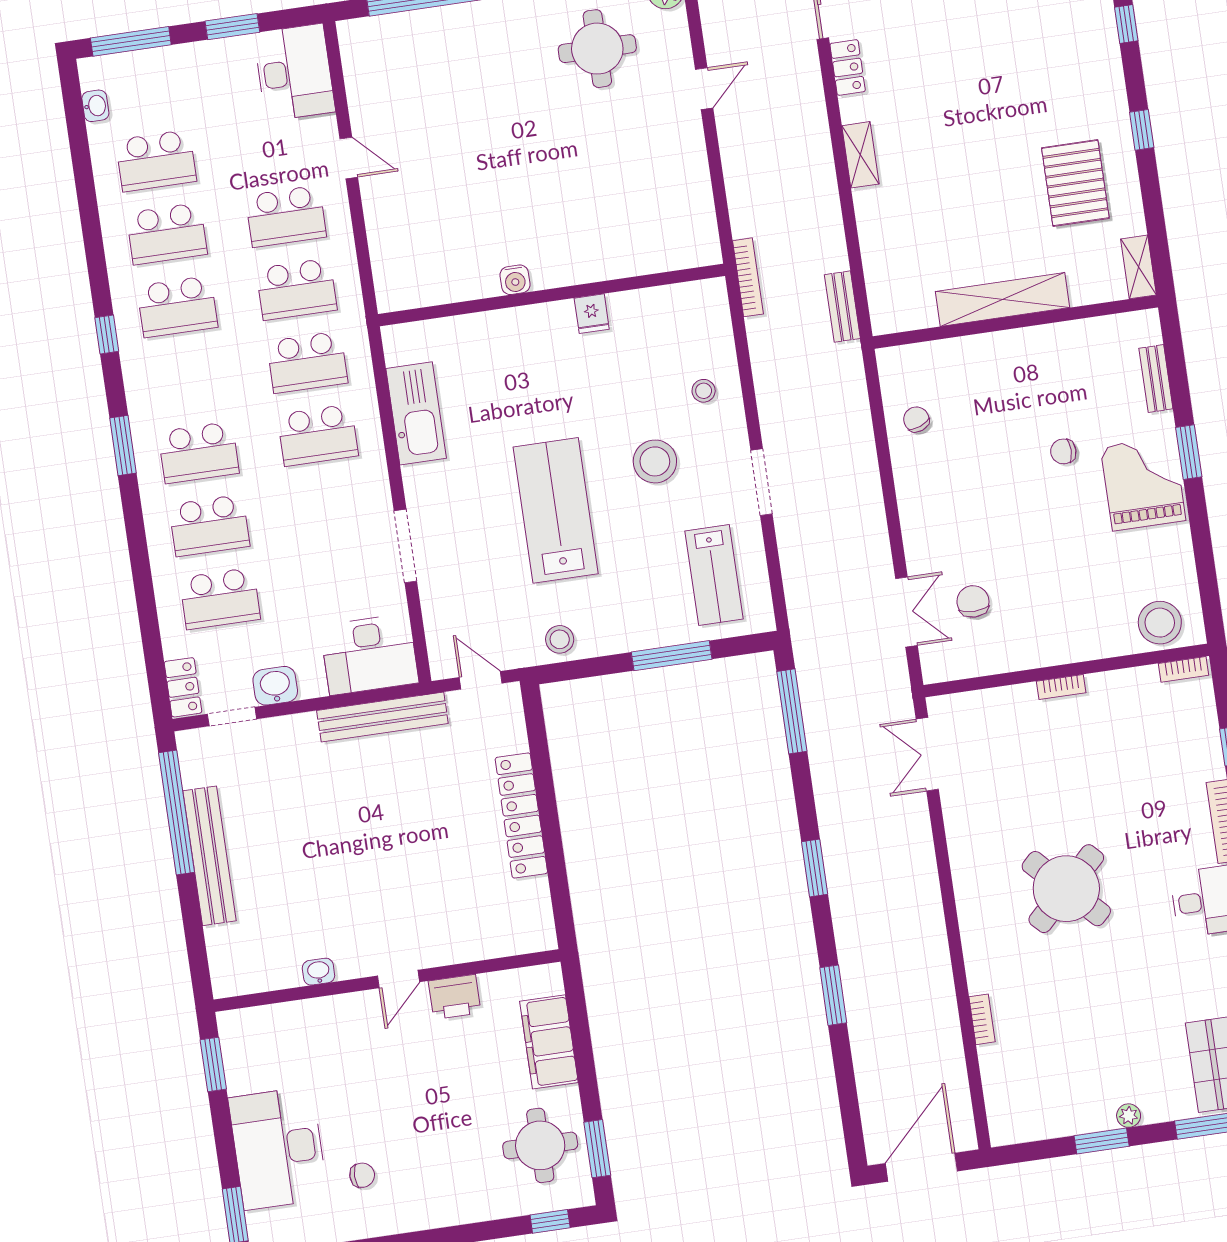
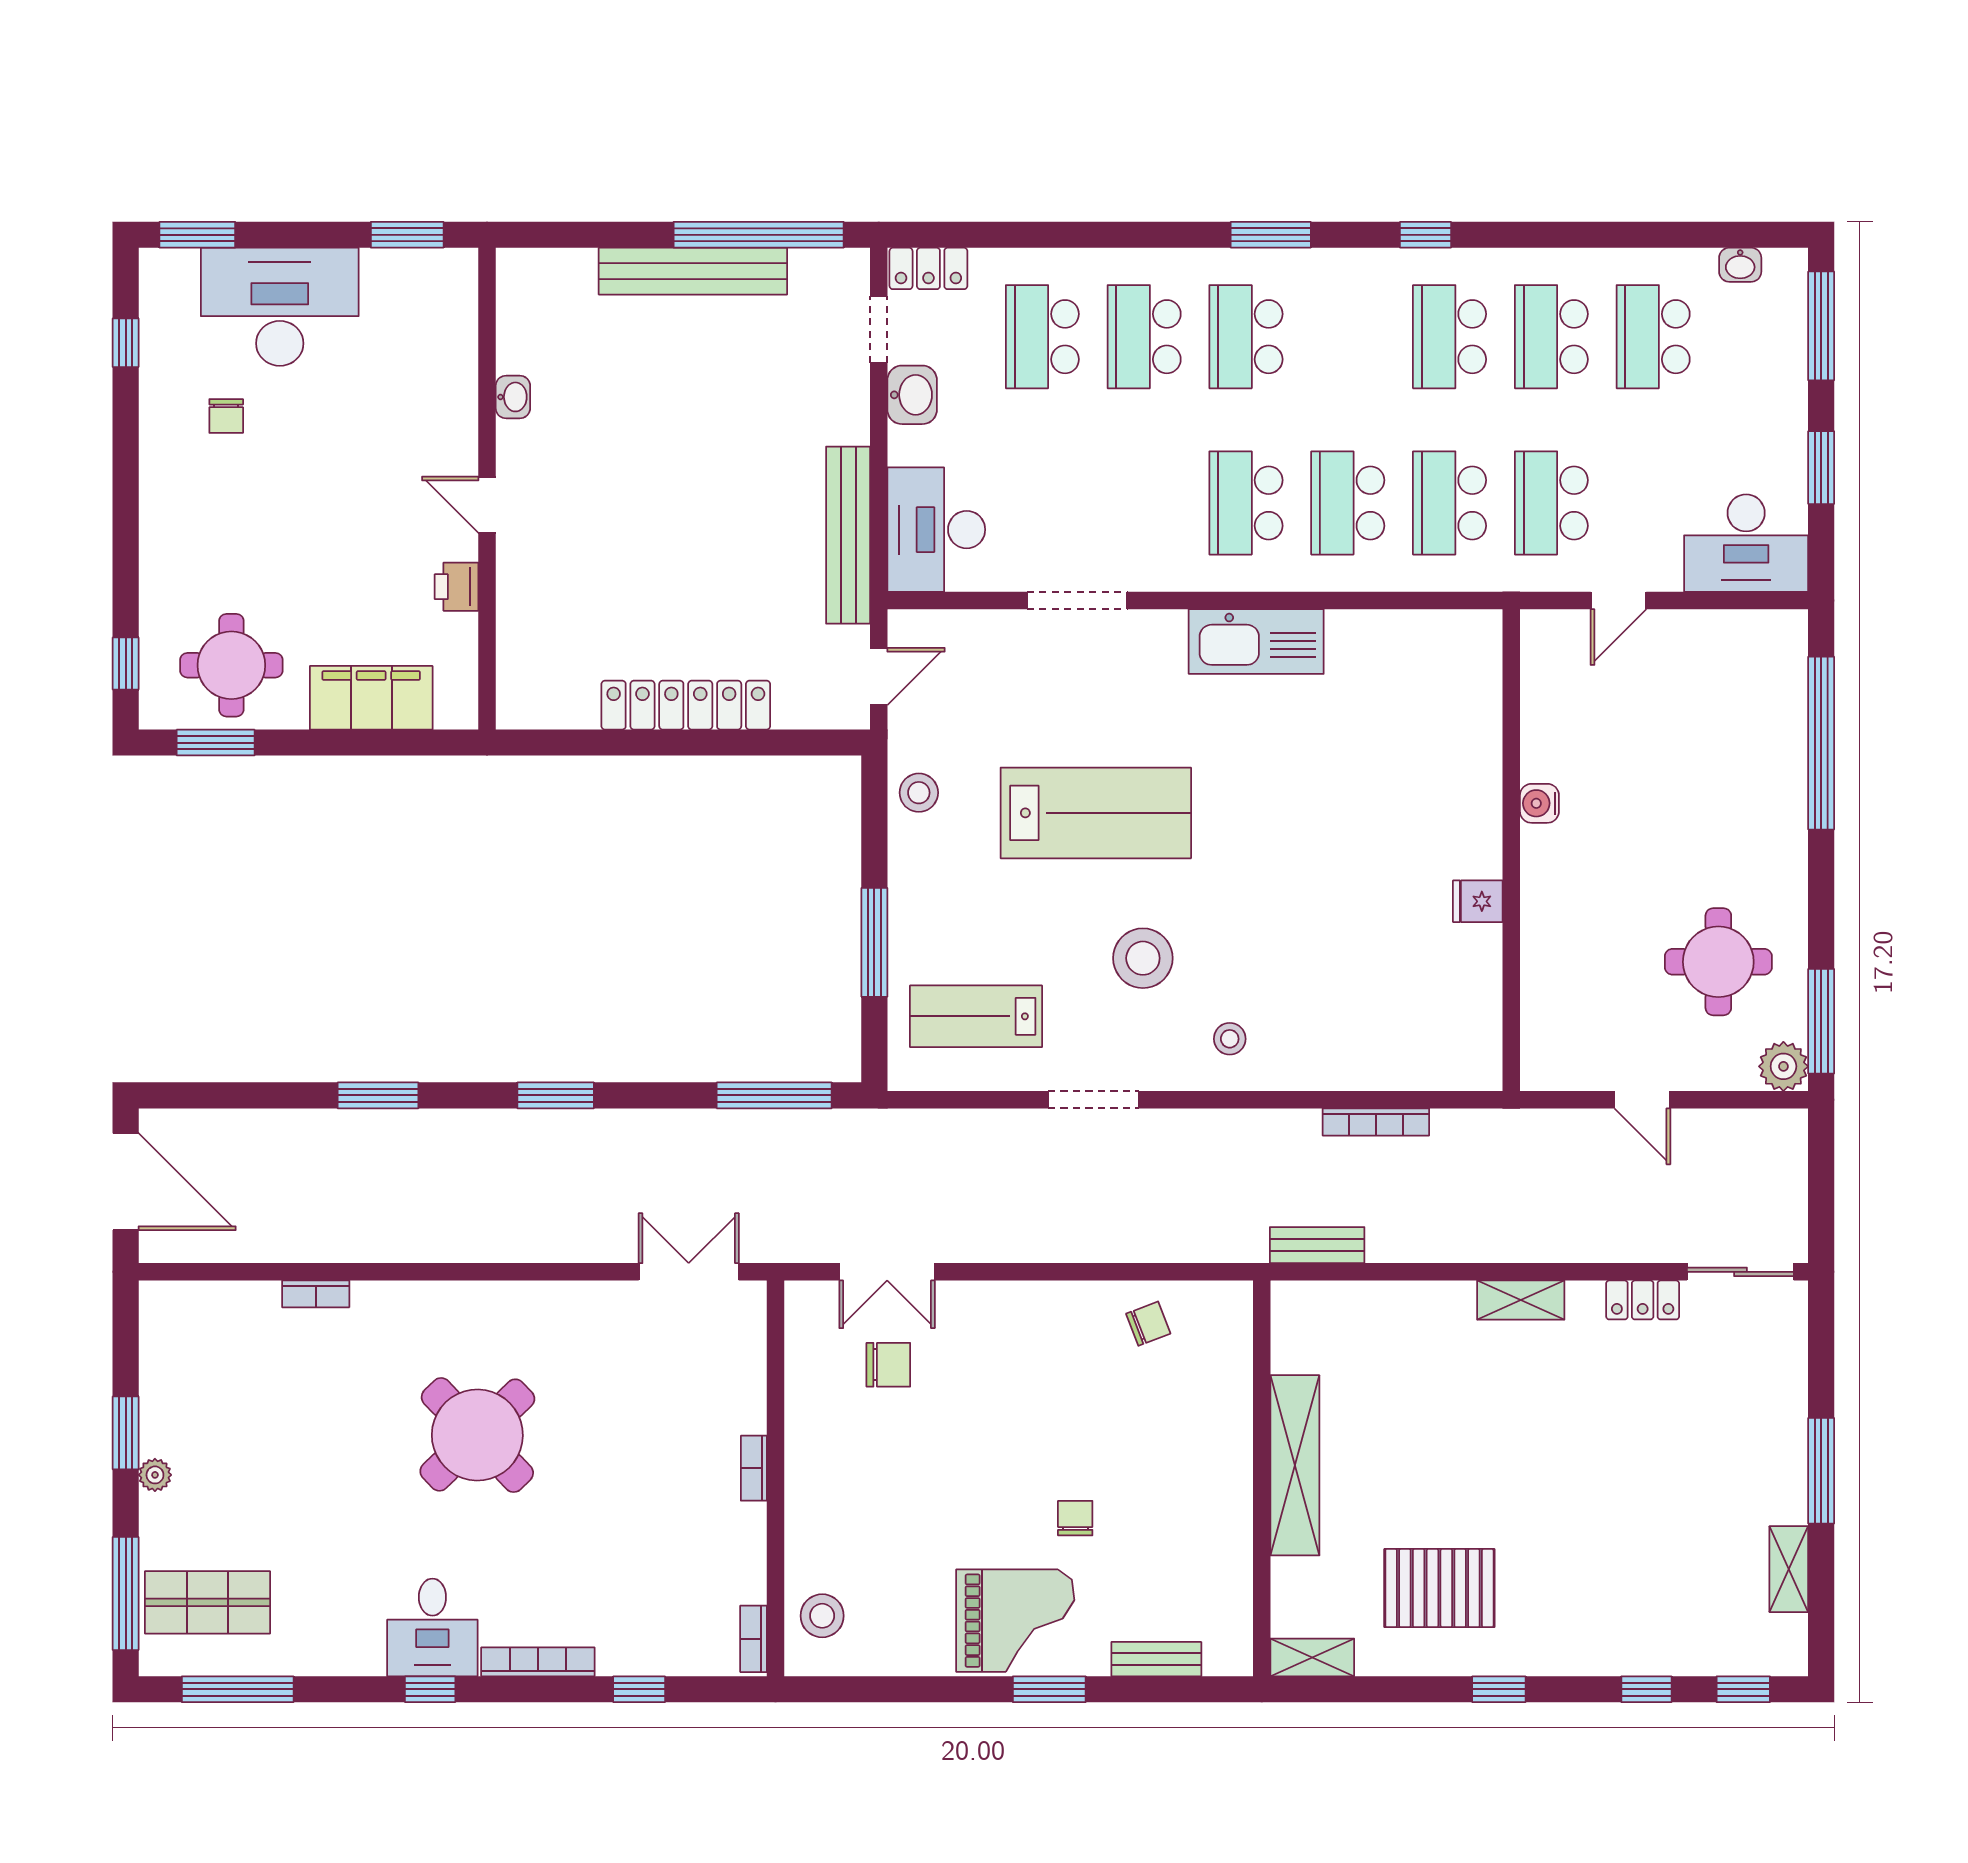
water cooler: (515, 280) -> (1539, 803), moved
wall: (552, 295) -> (1511, 850), moved
fridge: (592, 314) -> (1478, 901), moved
stool: (1160, 623) -> (822, 1616), width x0.73, depth x0.73
printer: (455, 997) -> (457, 587), width x0.73, depth x0.81

